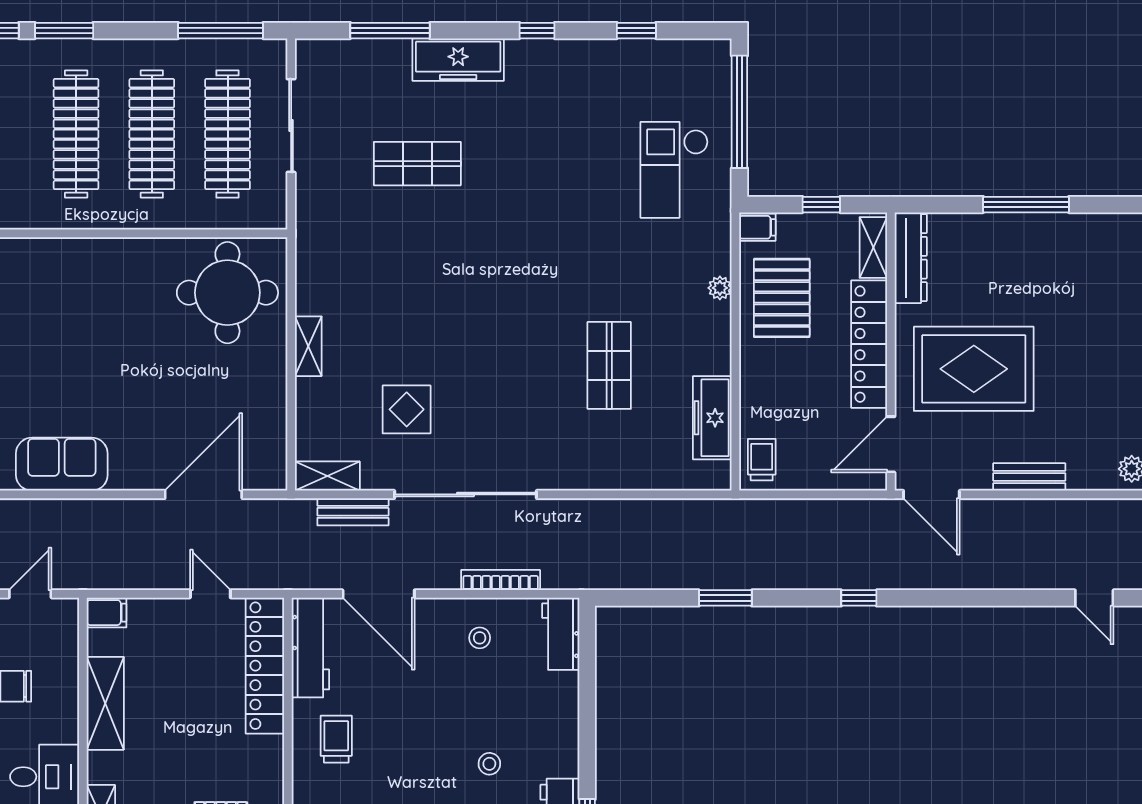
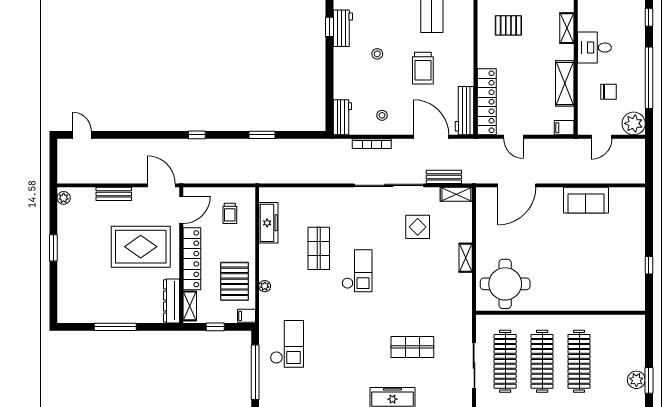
checkout: (531, 319) -> (357, 271), added
trolley: (762, 460) -> (230, 213), moved
trolley: (336, 739) -> (423, 68), moved, width x1.36, depth x1.39

